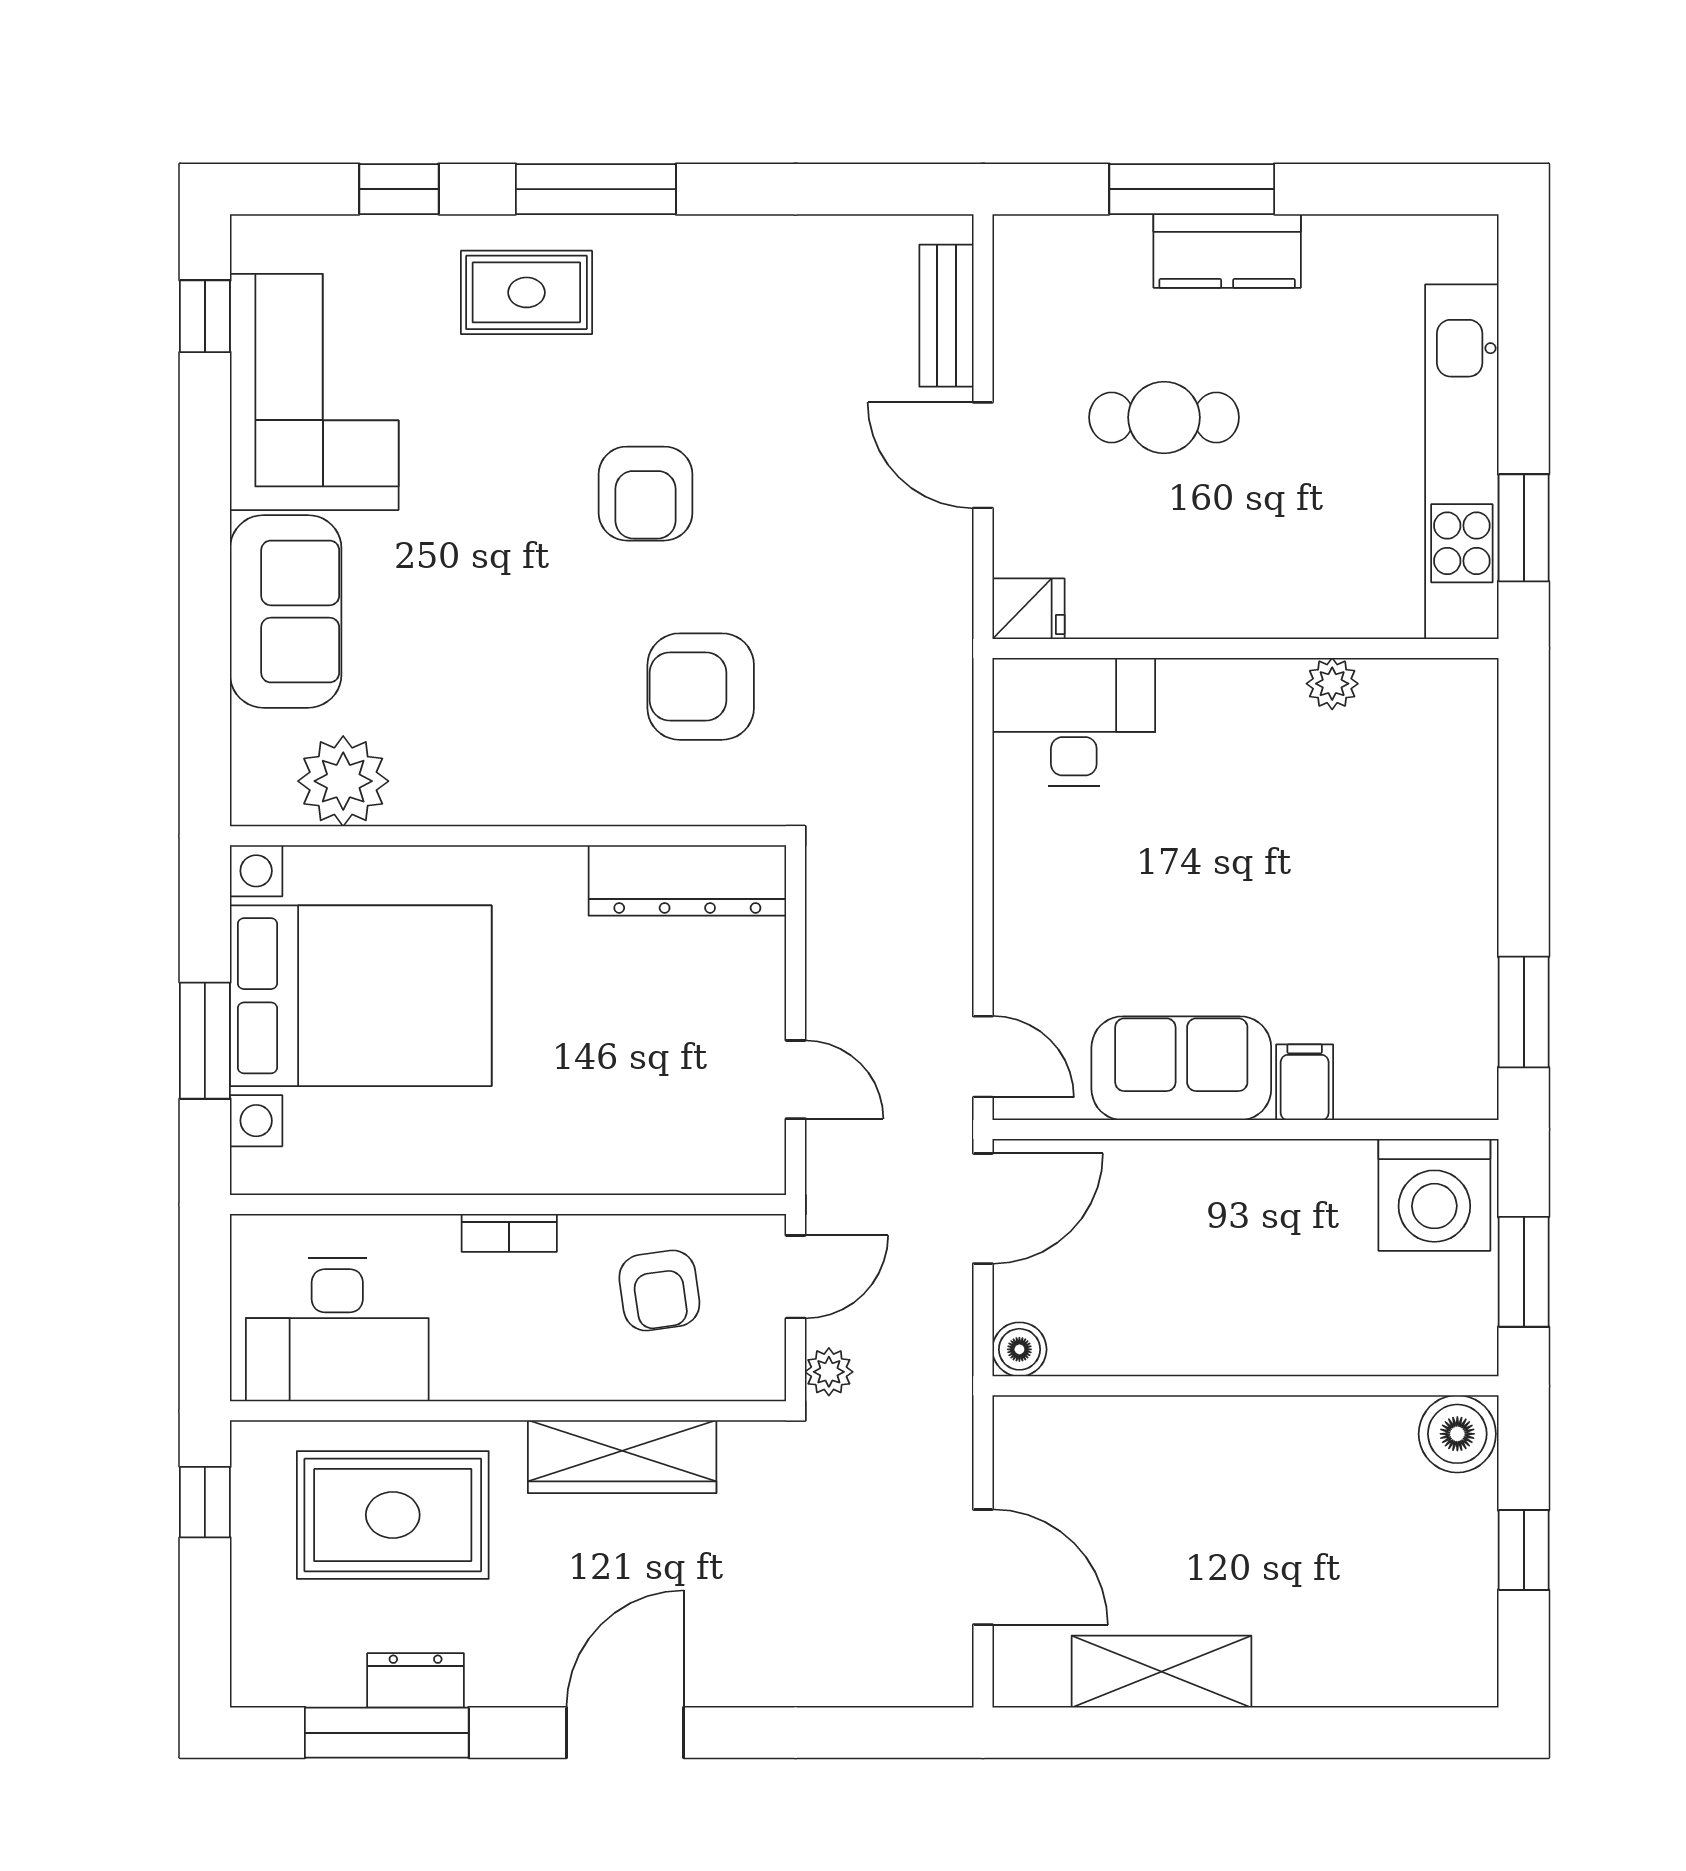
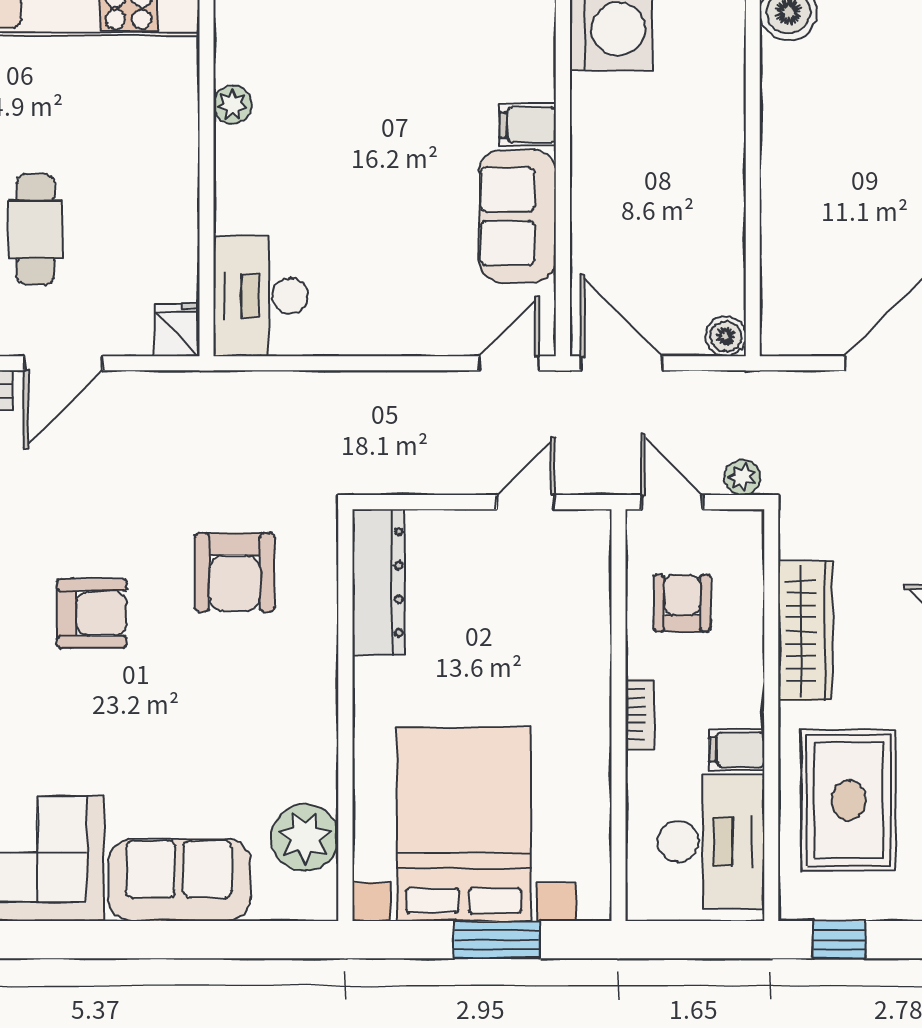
armchair: (659, 1290) -> (682, 603), turned -82
filing cabinet: (462, 1364) -> (737, 750), added

